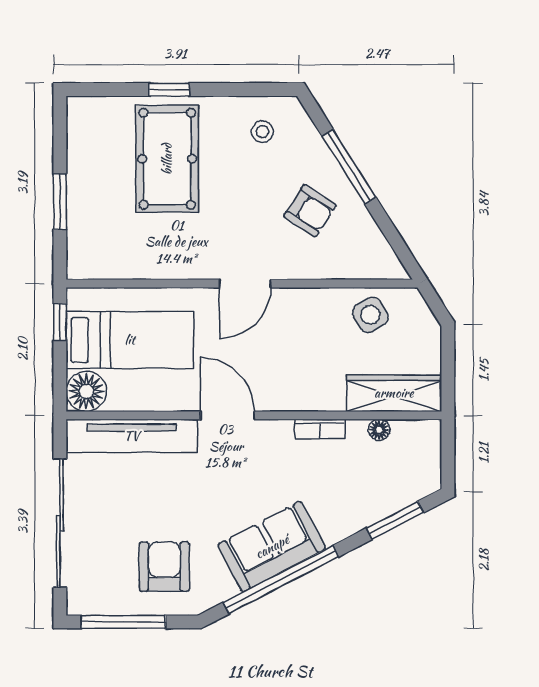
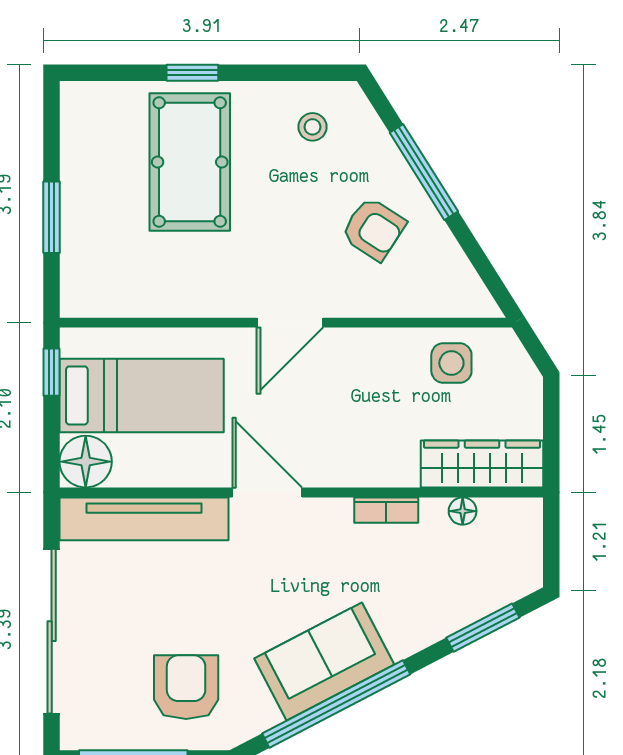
side table: (370, 315) -> (451, 363), turned 31

